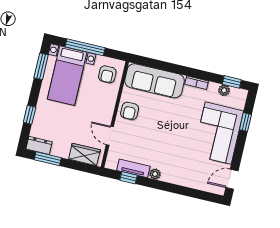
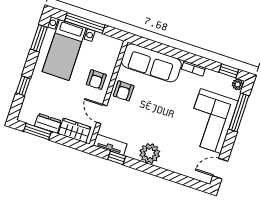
armchair: (107, 74) -> (96, 80), moved
plant: (224, 90) -> (238, 84), moved
window: (245, 122) -> (239, 112), width x2.17
dresser: (39, 145) -> (48, 123), moved
tv unit: (133, 168) -> (110, 145), moved
plant: (155, 174) -> (150, 153), width x1.87, depth x1.87

